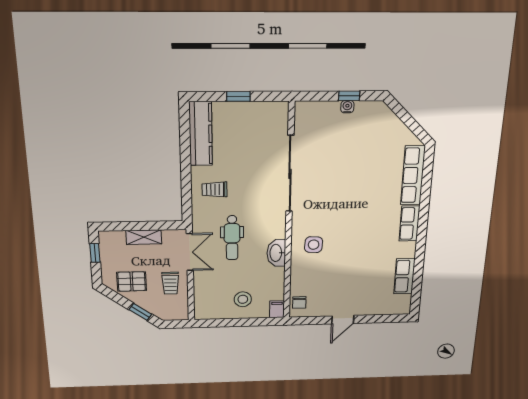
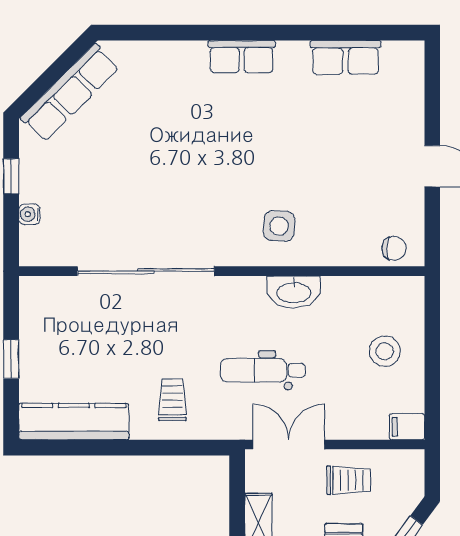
water cooler: (347, 107) -> (29, 214), moved
row of seats: (413, 175) -> (70, 93), moved, turned -45
trolley: (215, 190) -> (172, 400), turned 180
dental chair: (232, 238) -> (263, 370), turned 180
filing cabinet: (277, 309) -> (407, 427), moved

